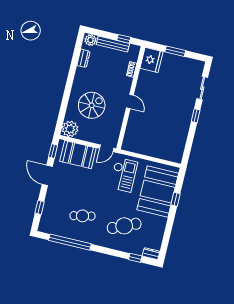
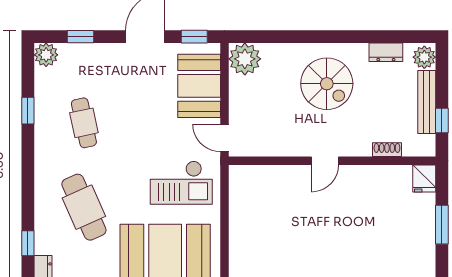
fridge: (151, 60) -> (424, 179), width x0.53, depth x0.75
spiral stairs: (92, 105) -> (327, 84), moved
plant: (44, 227) -> (46, 55), added
window: (70, 242) -> (28, 111), width x0.32

